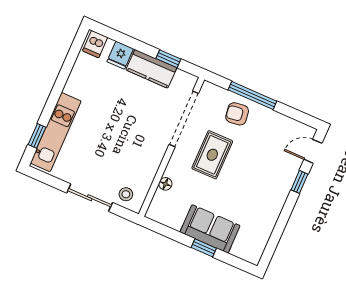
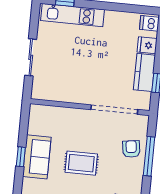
rug: (212, 155) -> (81, 163), moved
floor lamp: (165, 184) -> (60, 112), removed
stool: (126, 194) -> (42, 84), removed

